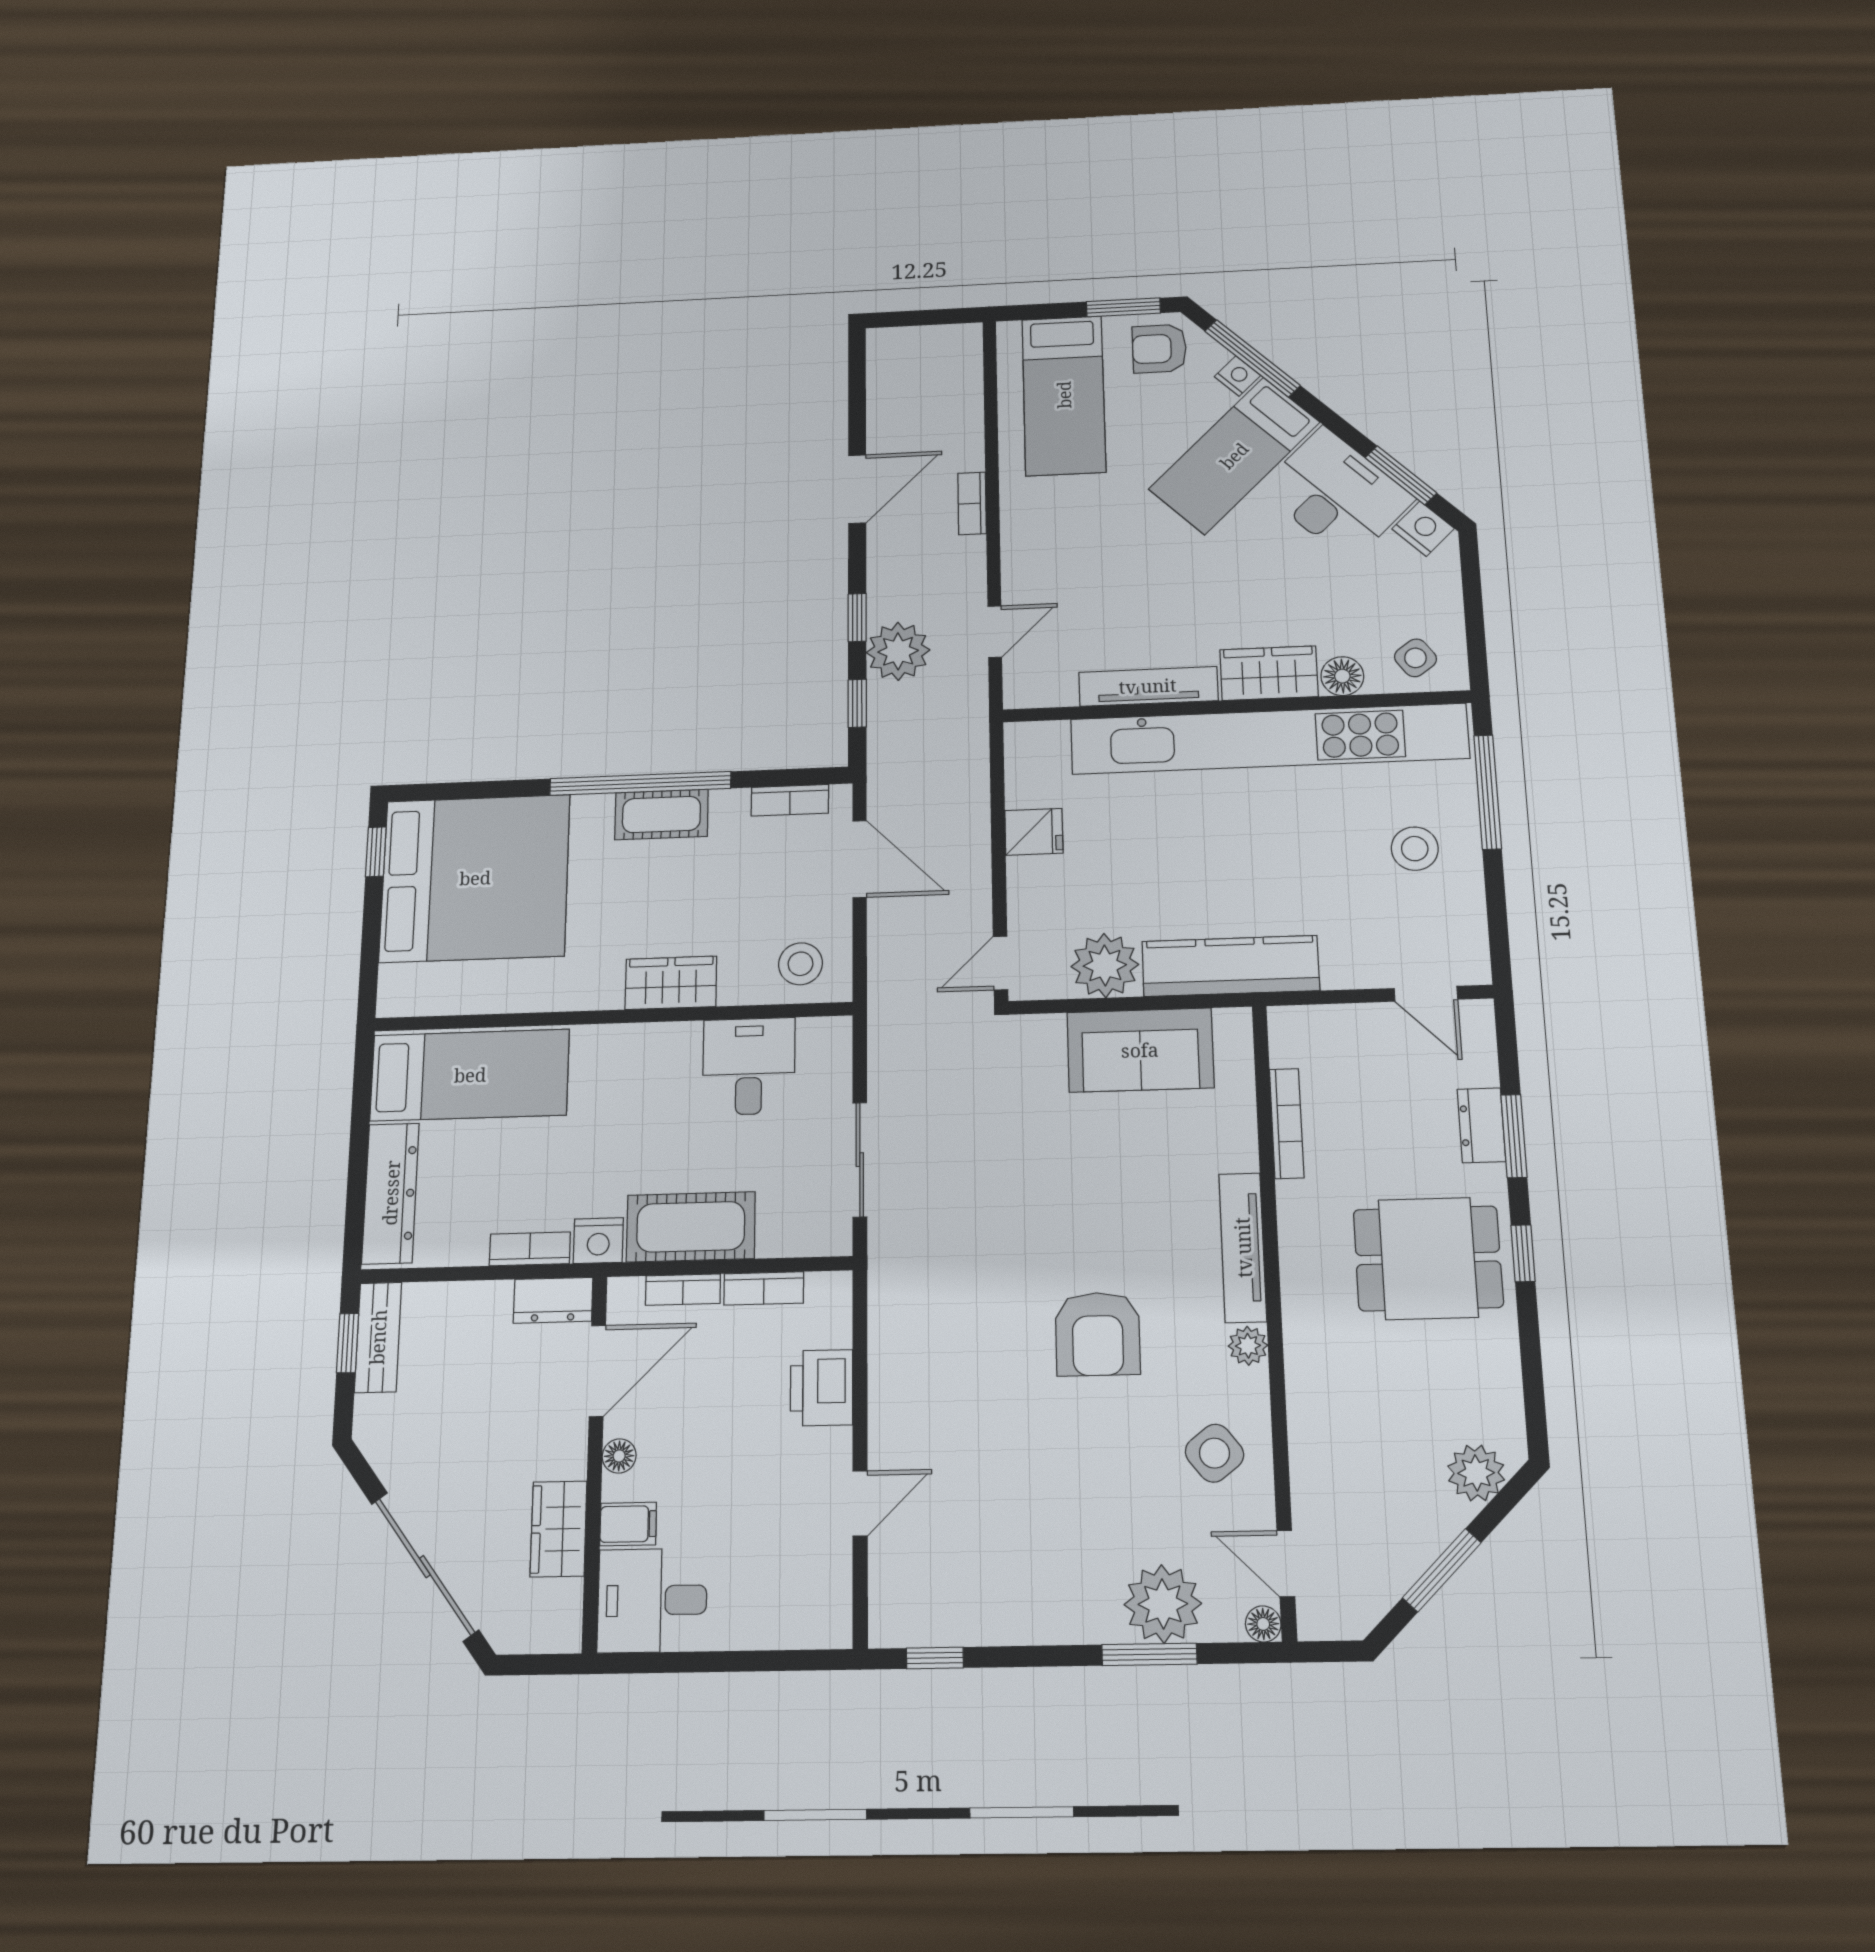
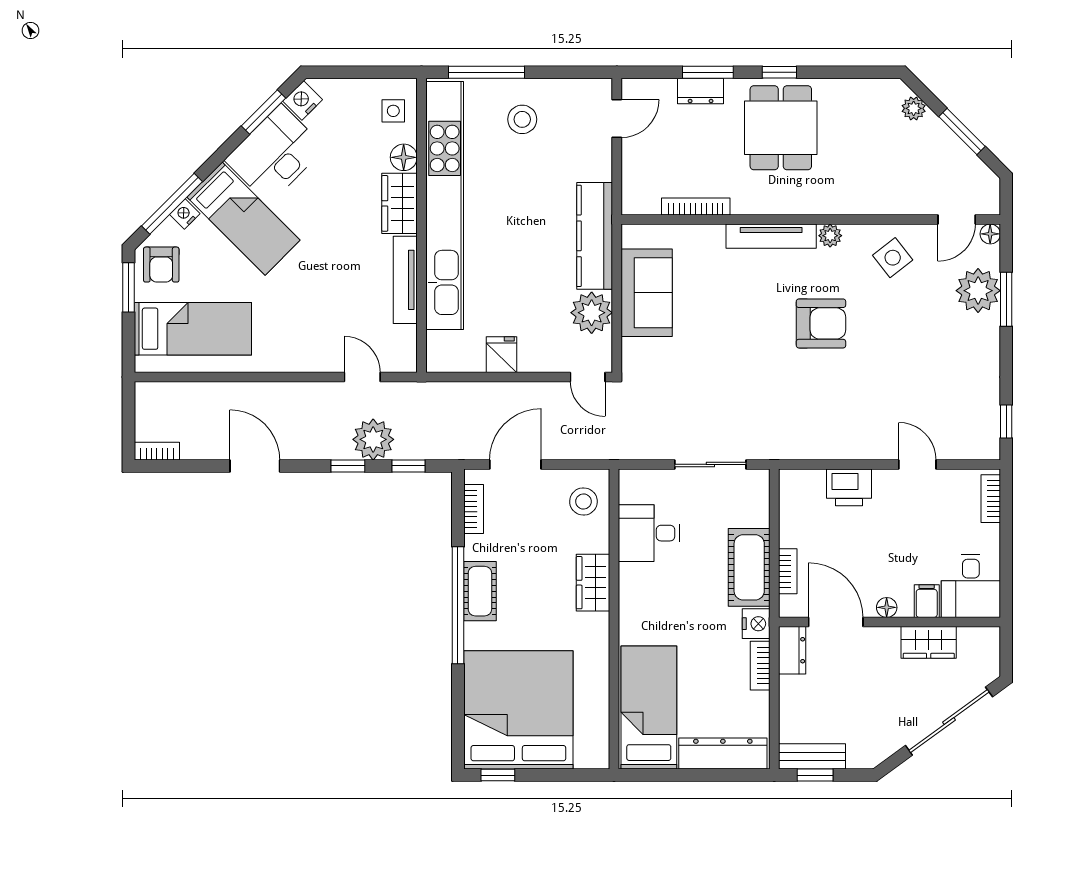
bookcase: (972, 503) -> (157, 451), moved, turned 180
side table: (1415, 658) -> (393, 111), turned 36
bookcase: (764, 1288) -> (991, 499), moved, turned 180
plant: (1476, 1473) -> (914, 108), width x0.73, depth x0.73

